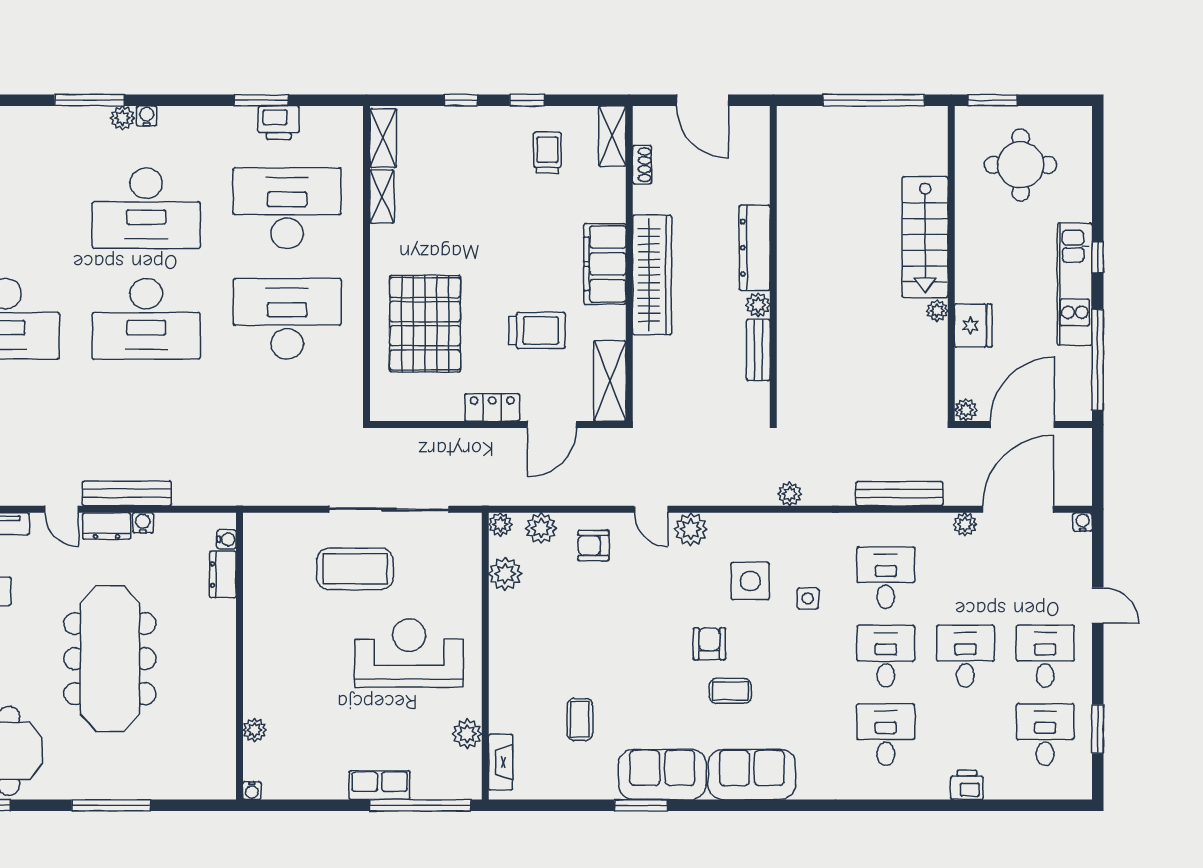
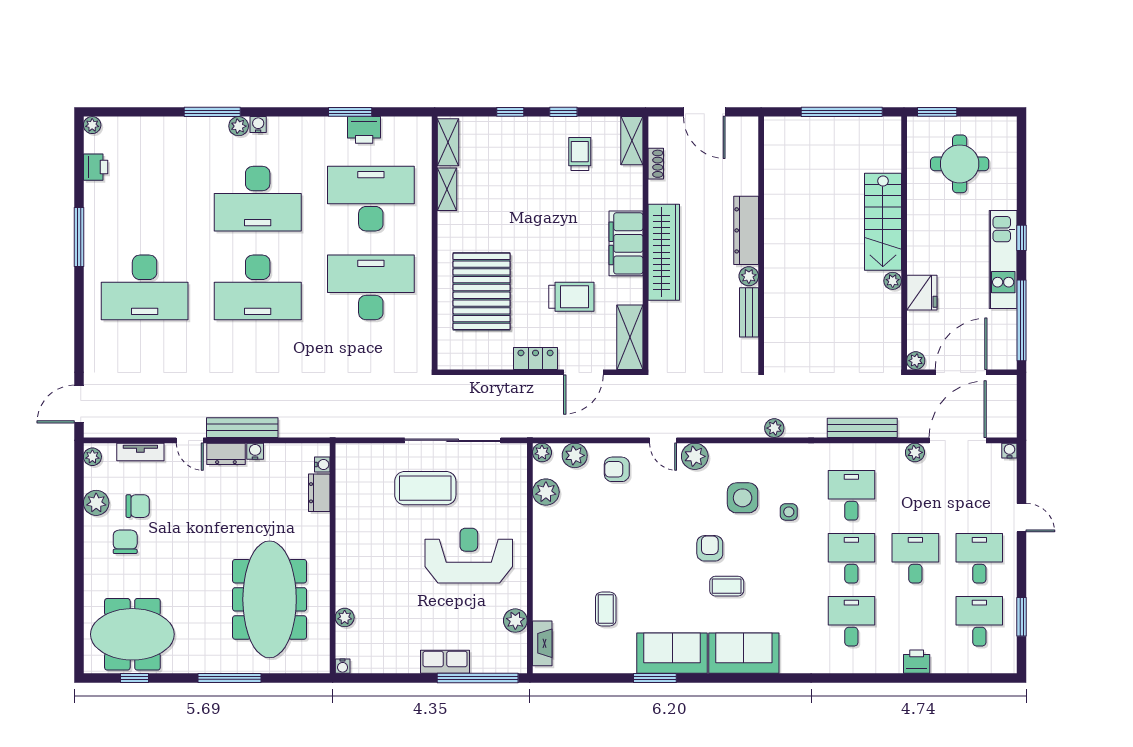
meeting table: (110, 659) -> (270, 599), moved

